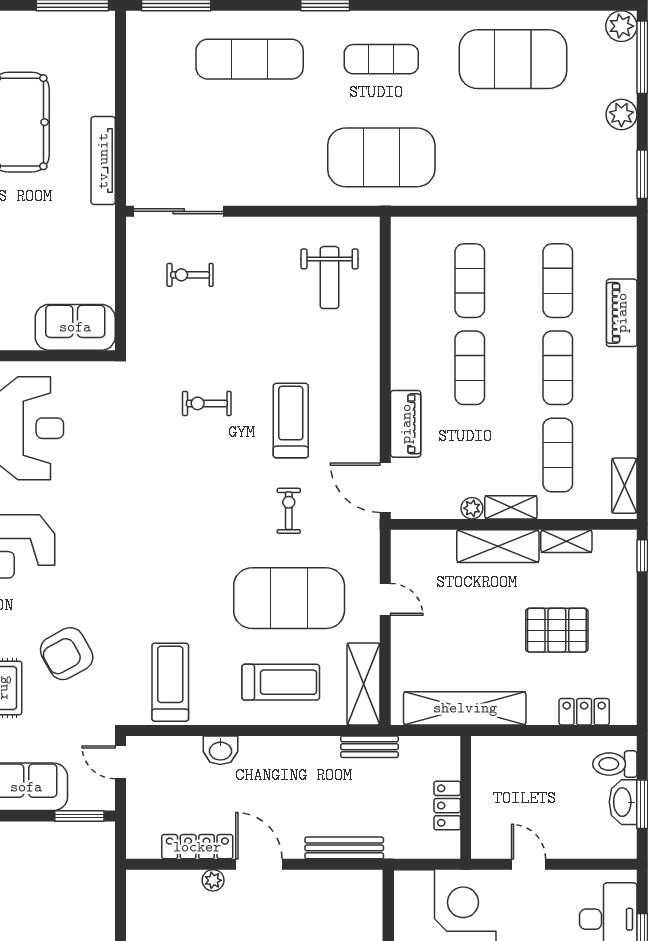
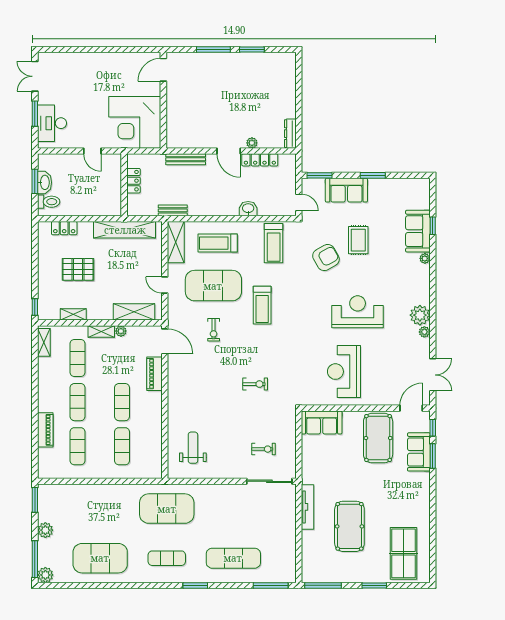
treadmill: (291, 421) -> (262, 305), moved
shelving: (498, 546) -> (134, 312), moved
dresser: (137, 899) -> (290, 134), added

